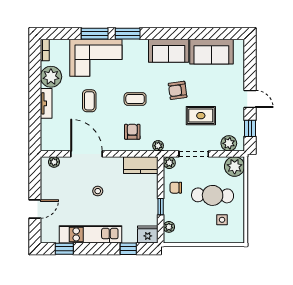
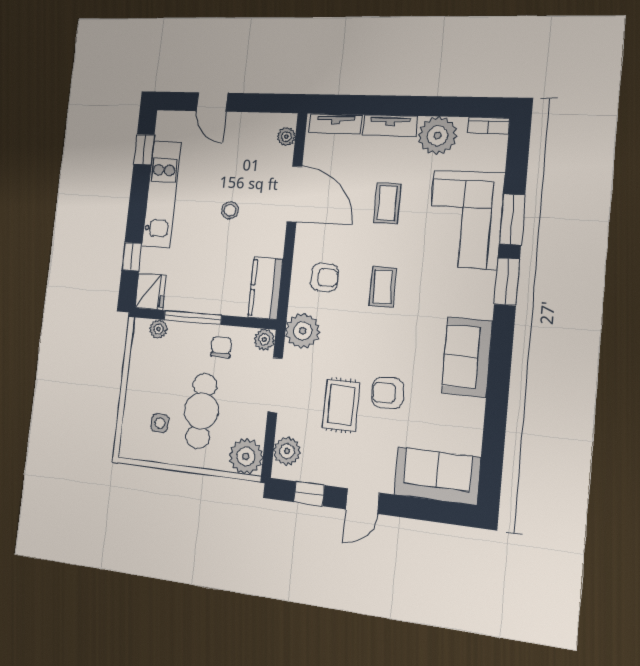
sofa: (211, 52) -> (437, 476), moved, turned 90
armchair: (178, 90) -> (388, 393), moved, turned -84
coffee table: (89, 101) -> (387, 203), turned 90
tv unit: (46, 134) -> (336, 124), added
plant: (158, 146) -> (303, 331), width x1.87, depth x1.87
door: (87, 154) -> (294, 194), hinge flipped
window: (161, 207) -> (193, 318), width x2.17

